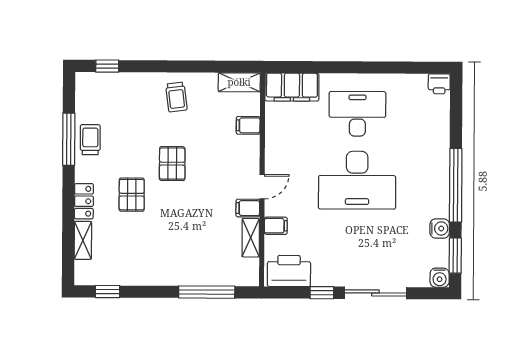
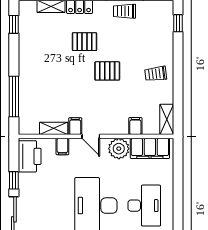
filing cabinet: (292, 87) -> (150, 148), moved, turned -90
trolley: (90, 140) -> (124, 11), turned 180
plant: (279, 148) -> (119, 149), added

